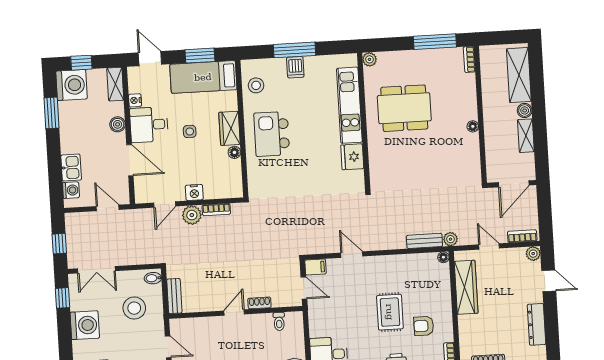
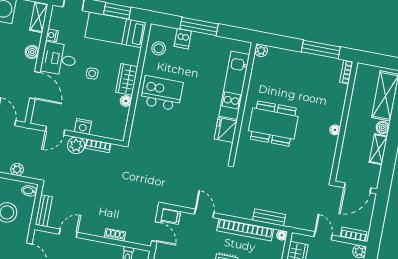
dishwasher: (295, 67) -> (183, 39), moved
dining table: (404, 108) -> (273, 124), moved
kitchen island: (272, 134) -> (162, 93), turned 90
plant: (450, 239) -> (17, 169), moved
bookcase: (401, 261) -> (245, 230), added
door: (234, 312) -> (68, 233), moved

